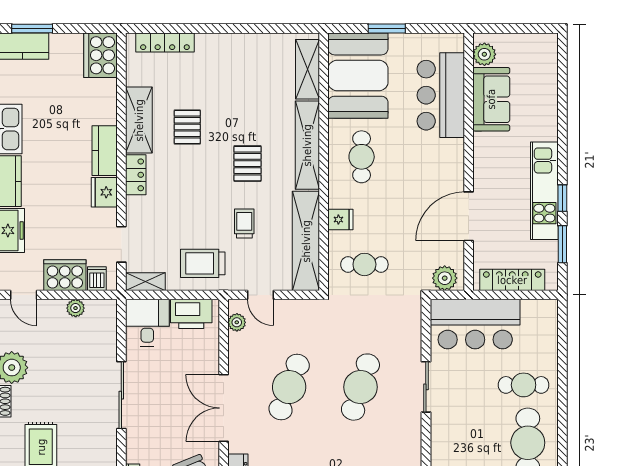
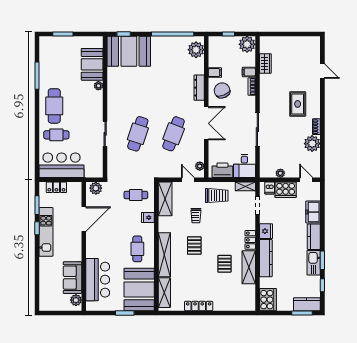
locker: (165, 42) -> (199, 306), moved
kitchen counter: (105, 151) -> (266, 258), width x1.50
shelving: (306, 241) -> (165, 199), width x0.68
locker: (512, 280) -> (56, 187), width x0.66
bar counter: (475, 324) -> (62, 165), moved

